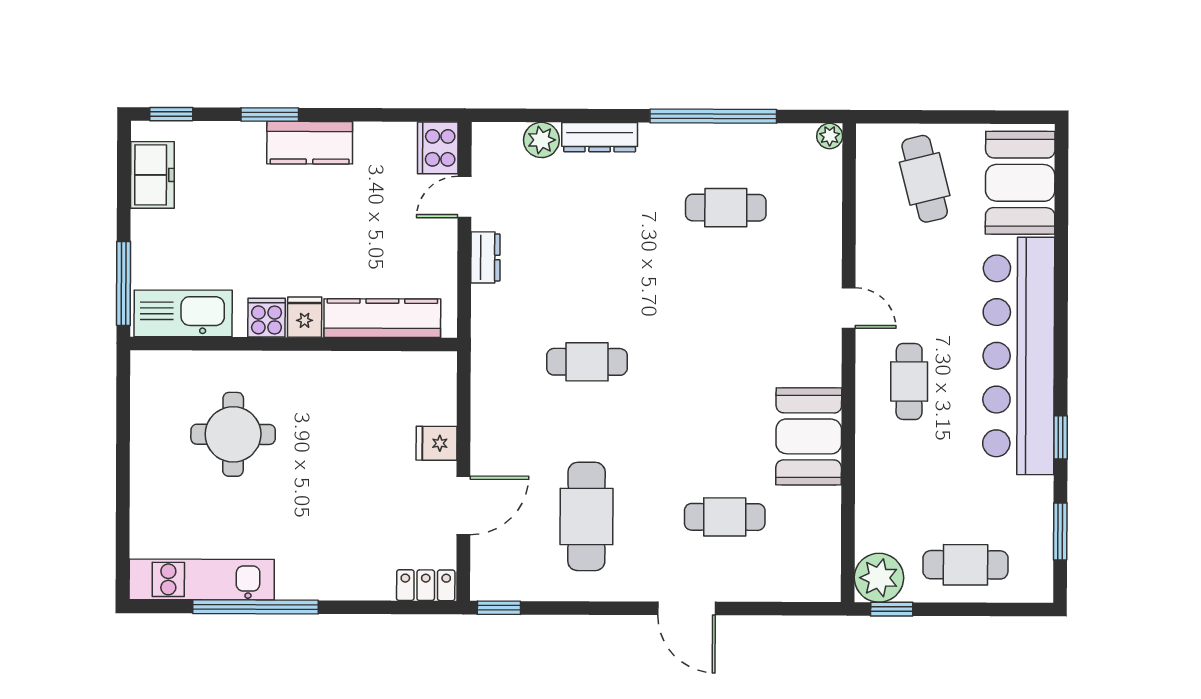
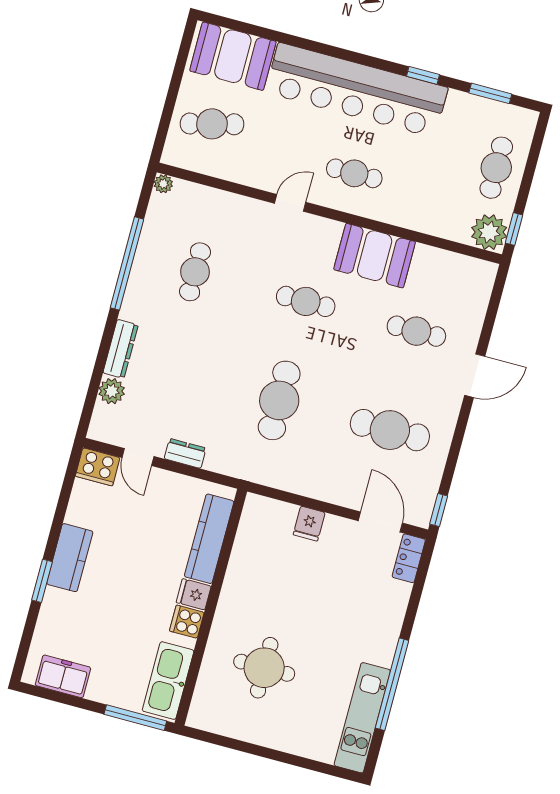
window: (171, 114) -> (23, 651), removed
cafe table: (587, 362) -> (279, 400), width x1.37, depth x1.35
cafe table: (725, 362) -> (306, 301), added
door: (463, 505) -> (380, 522), moved
cafe table: (725, 517) -> (416, 331), turned 90

